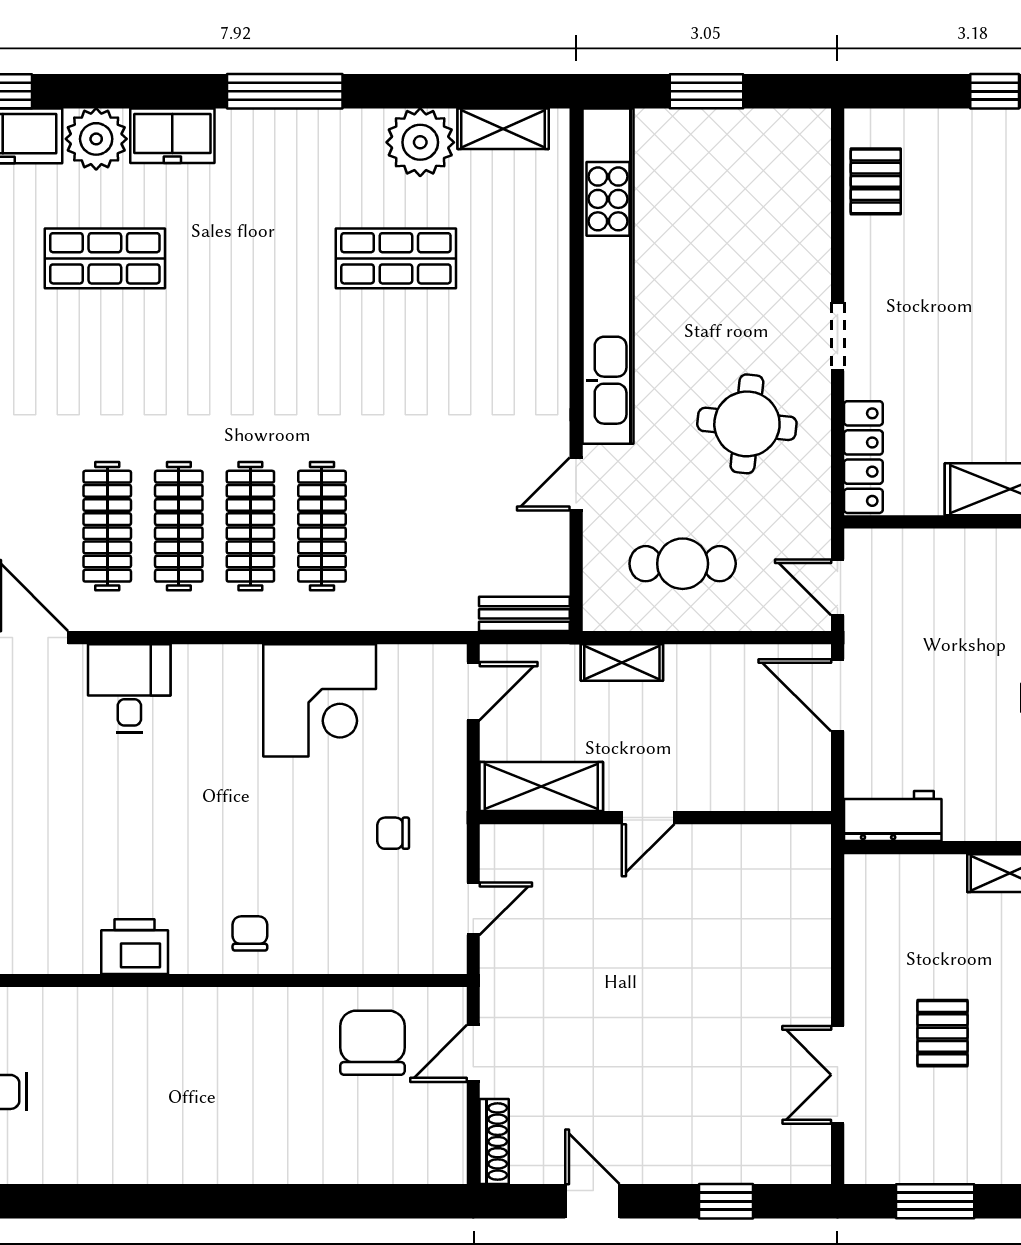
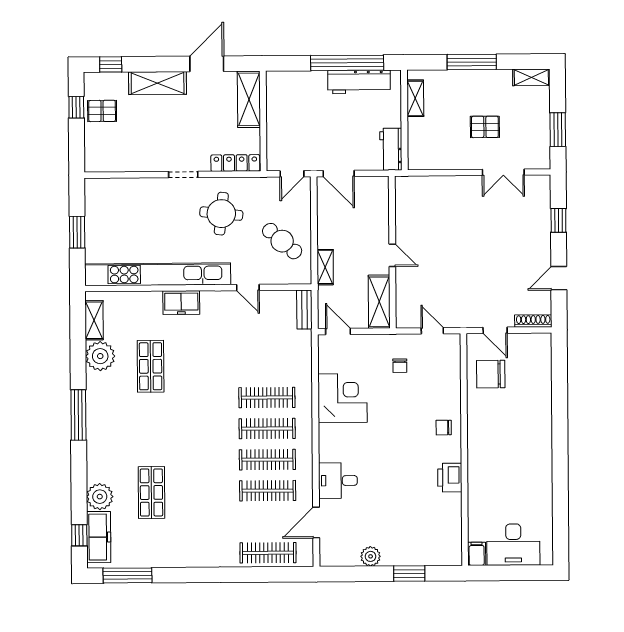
freezer: (172, 136) -> (181, 303), moved, turned 90
pallet: (876, 181) -> (102, 111), moved
cafe table: (683, 564) -> (282, 241), turned -49
door: (838, 695) -> (339, 173), hinge flipped

